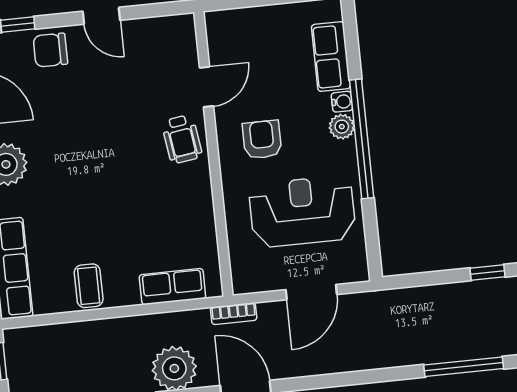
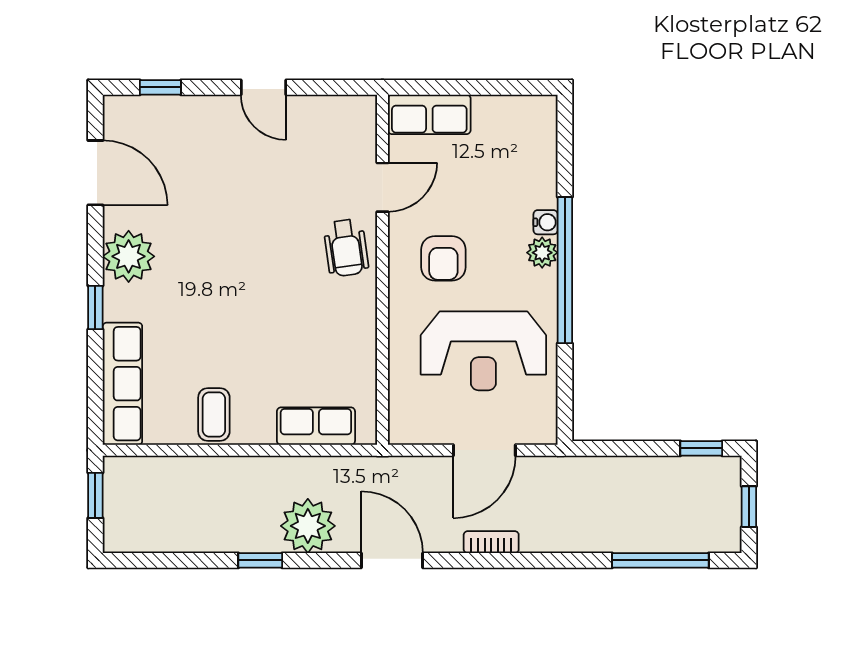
chair: (50, 50) -> (197, 123), removed
row of seats: (331, 57) -> (429, 114), moved, turned -90
armchair: (262, 140) -> (443, 258), turned 180
reception desk: (302, 211) -> (483, 351), turned 180
bookcase: (234, 314) -> (491, 542), moved, turned 180

